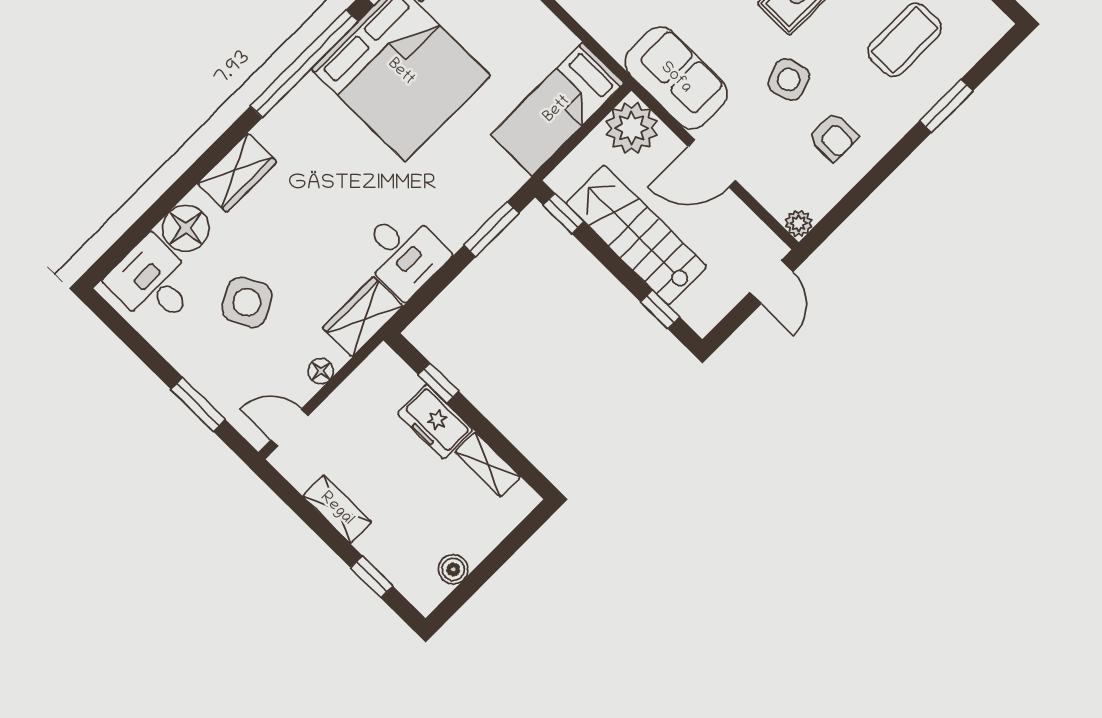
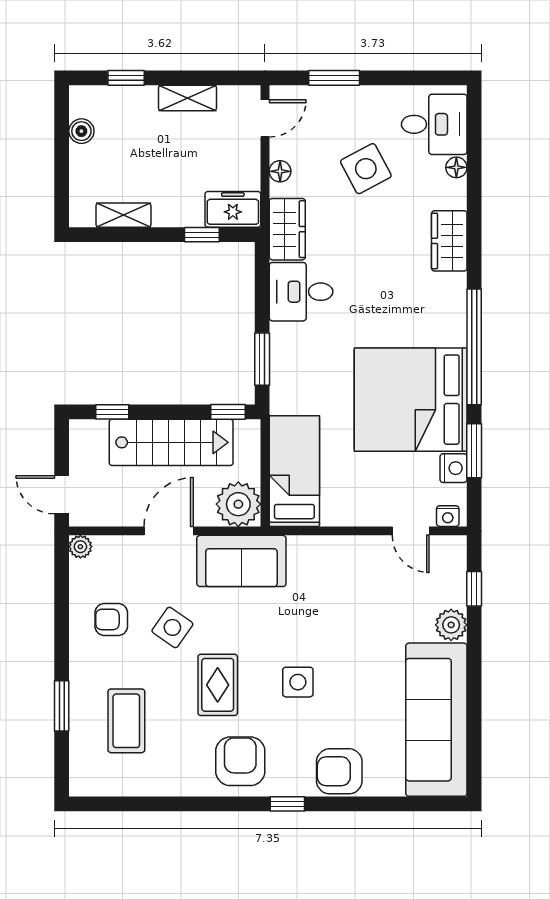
side table: (789, 80) -> (172, 627), turned -37
floor lamp: (186, 228) -> (456, 167), width x0.53, depth x0.53
freezer: (435, 422) -> (233, 209), moved

